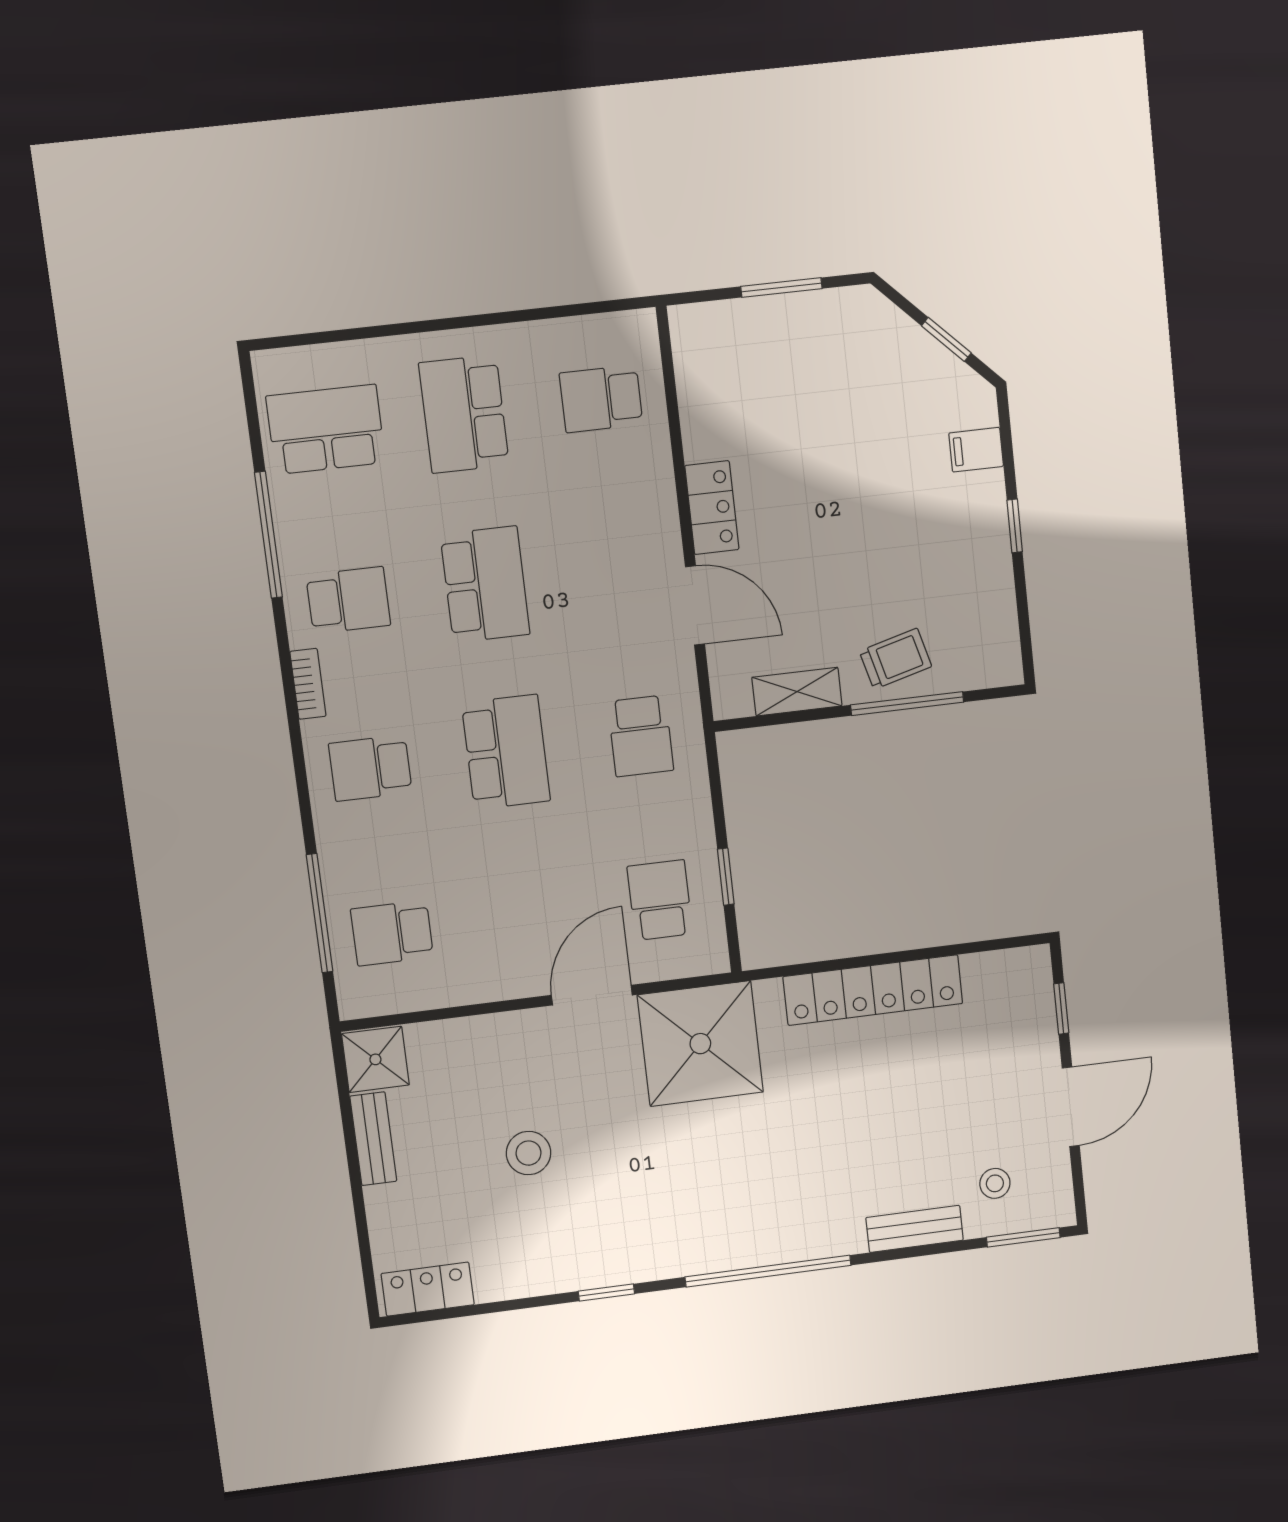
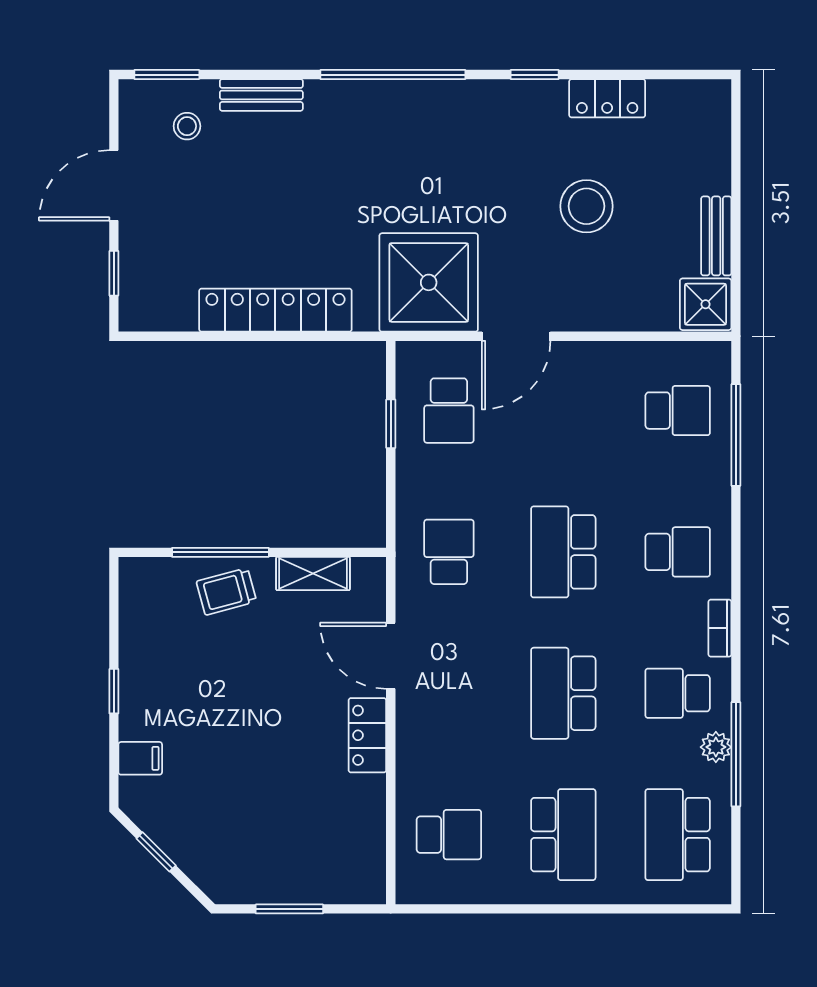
school desk: (326, 429) -> (678, 835), turned 90
plant: (294, 541) -> (716, 747), added
stool: (528, 1153) -> (586, 206), width x1.38, depth x1.38
locker: (428, 1289) -> (607, 98), moved

